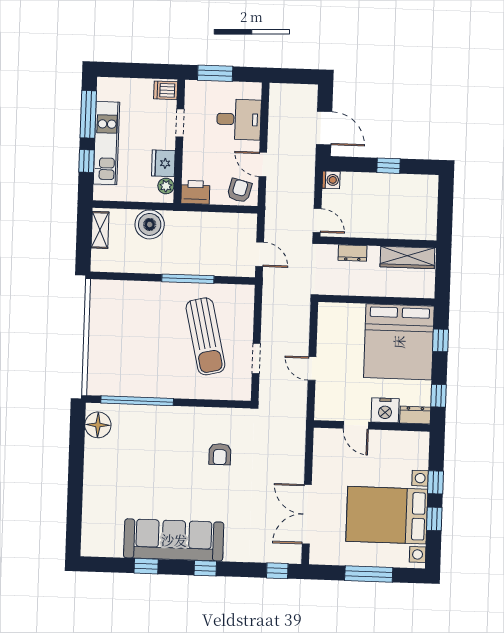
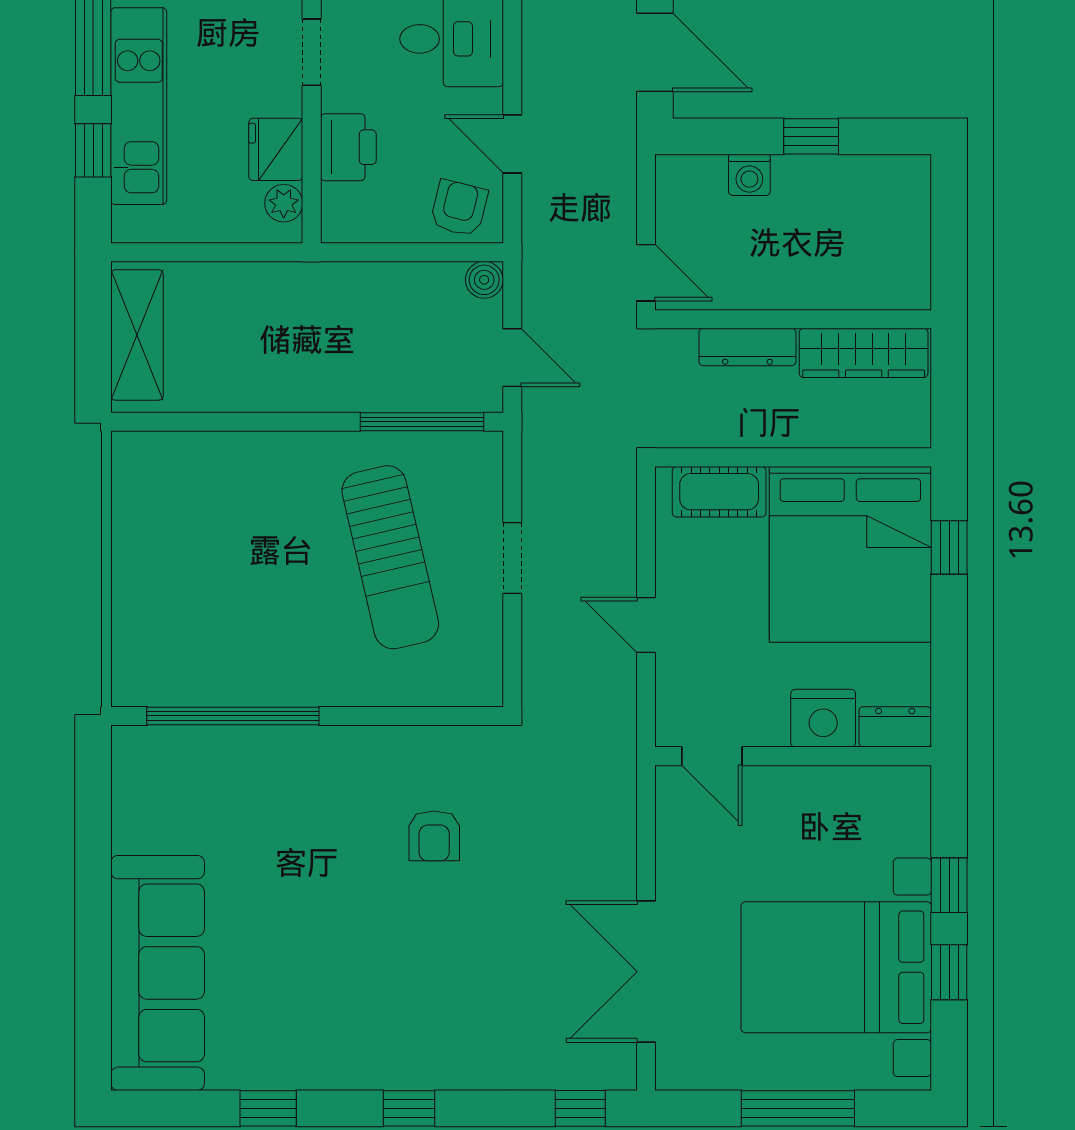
washing machine: (331, 180) -> (749, 175), moved, turned 90
printer: (195, 192) -> (348, 147), moved, turned 90
boiler: (150, 224) -> (484, 280), moved, width x0.54, depth x0.54
shelving: (100, 230) -> (137, 335), width x1.50, depth x1.33
dresser: (352, 253) -> (747, 347), width x1.44
window: (188, 279) -> (422, 422), moved
cot: (345, 314) -> (719, 492), added
doorway: (256, 358) -> (512, 558), moved
window: (439, 396) -> (949, 679), removed
floor lamp: (98, 425) -> (142, 777), removed
door: (356, 425) -> (712, 756), moved
sofa: (174, 540) -> (158, 973), moved, turned 90

